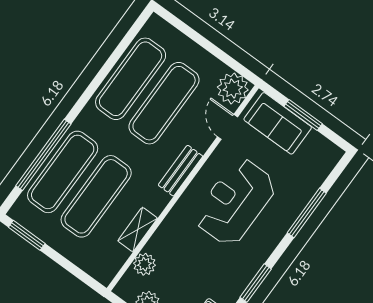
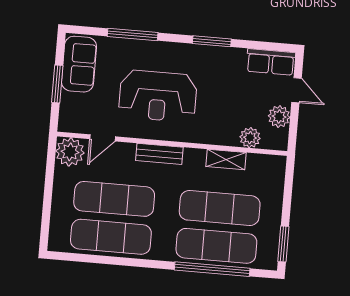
sofa: (278, 123) -> (79, 64), moved

